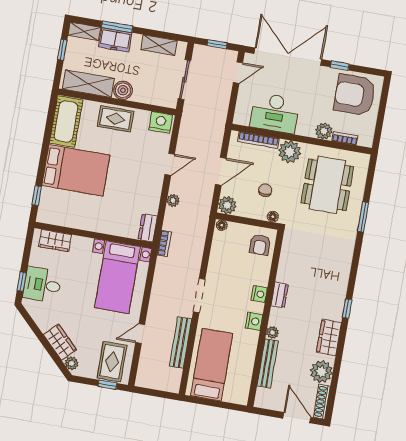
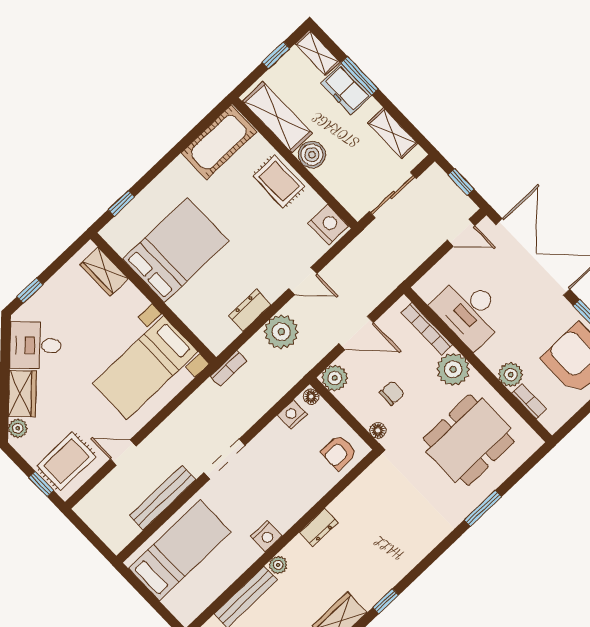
bed: (76, 170) -> (176, 250), moved, turned -90
plant: (173, 200) -> (281, 332), width x1.87, depth x1.87
dresser: (148, 228) -> (250, 310), moved
desk: (42, 285) -> (35, 345), moved, turned -45
nightstand: (259, 294) -> (292, 415), moved, turned 180

